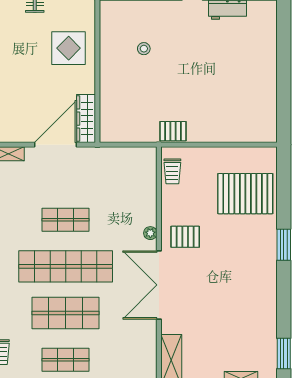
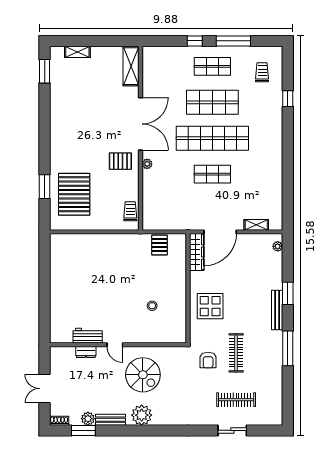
pallet: (173, 131) -> (159, 245), moved, turned 90
pallet: (245, 194) -> (74, 194), turned 90
window: (284, 245) -> (45, 187), moved

